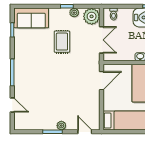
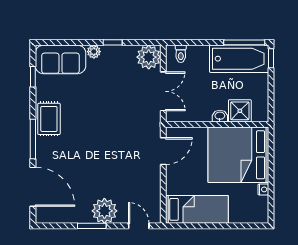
plant: (74, 13) -> (94, 52), moved
rug: (62, 42) -> (49, 119), moved
door: (12, 105) -> (33, 187), width x1.87
plant: (61, 126) -> (104, 211), width x1.88, depth x1.88

